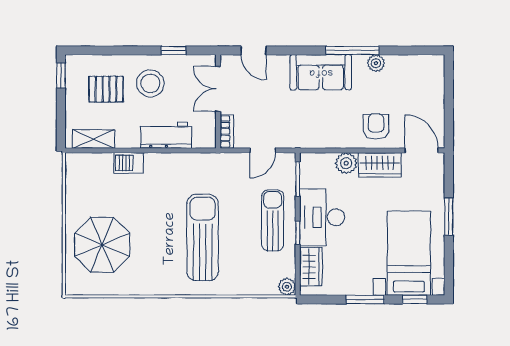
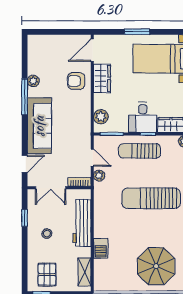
sofa: (321, 72) -> (39, 126), width x1.36
stool: (150, 83) -> (47, 234), width x0.53, depth x0.53
pallet: (106, 89) -> (47, 275), moved
workbench: (166, 135) -> (82, 223), width x1.37
plant: (236, 161) -> (99, 176), added
plant: (346, 163) -> (101, 117), moved
desk: (322, 217) -> (143, 117), width x0.73

